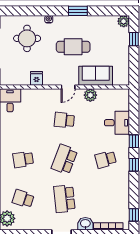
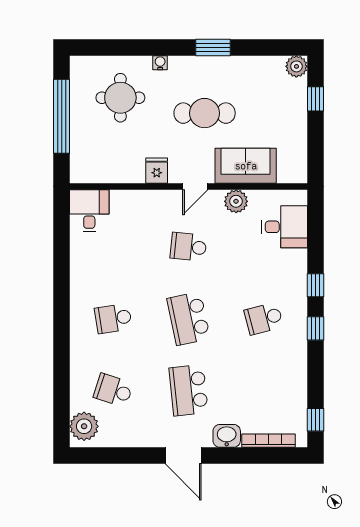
fridge: (36, 78) -> (157, 171), moved
desk: (117, 123) -> (285, 227), moved
school desk: (64, 159) -> (189, 319), turned -33

